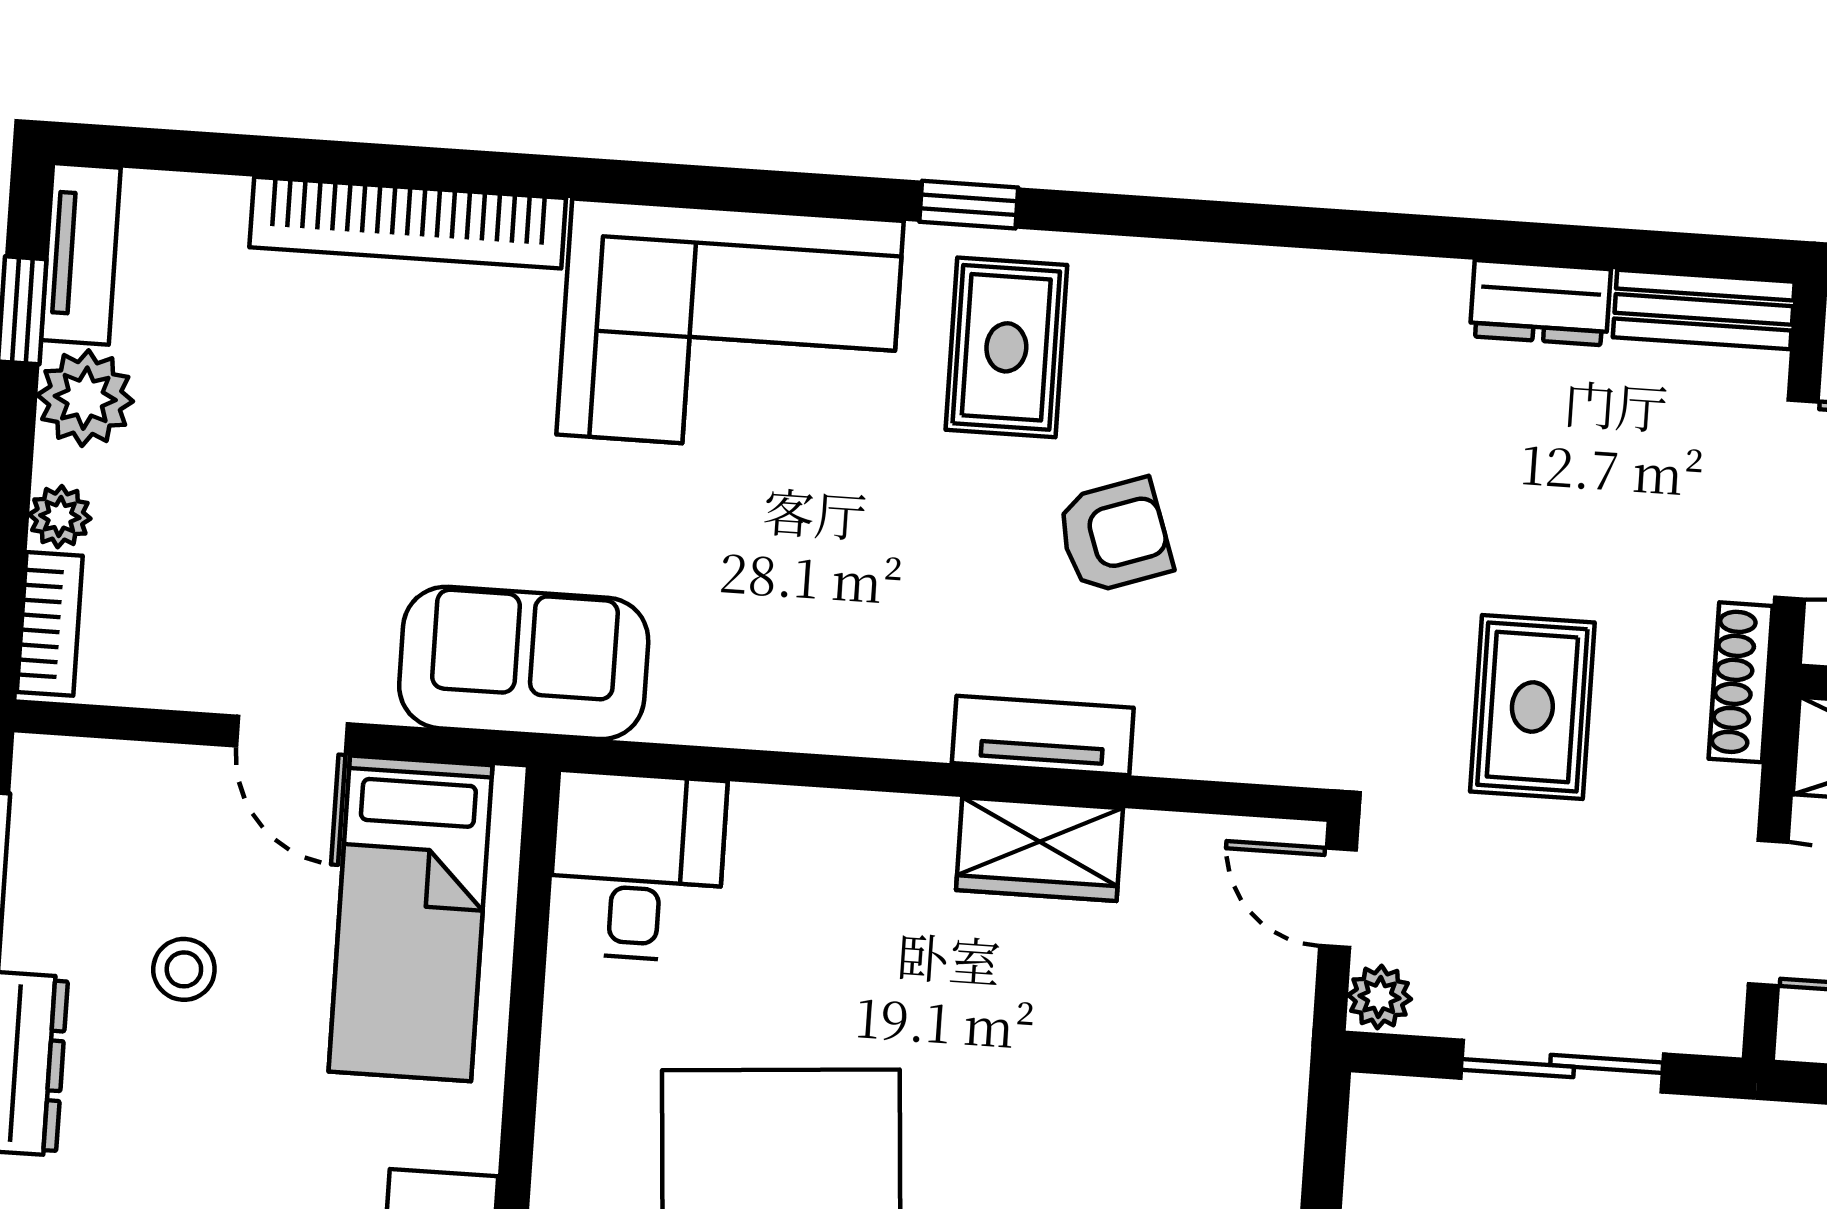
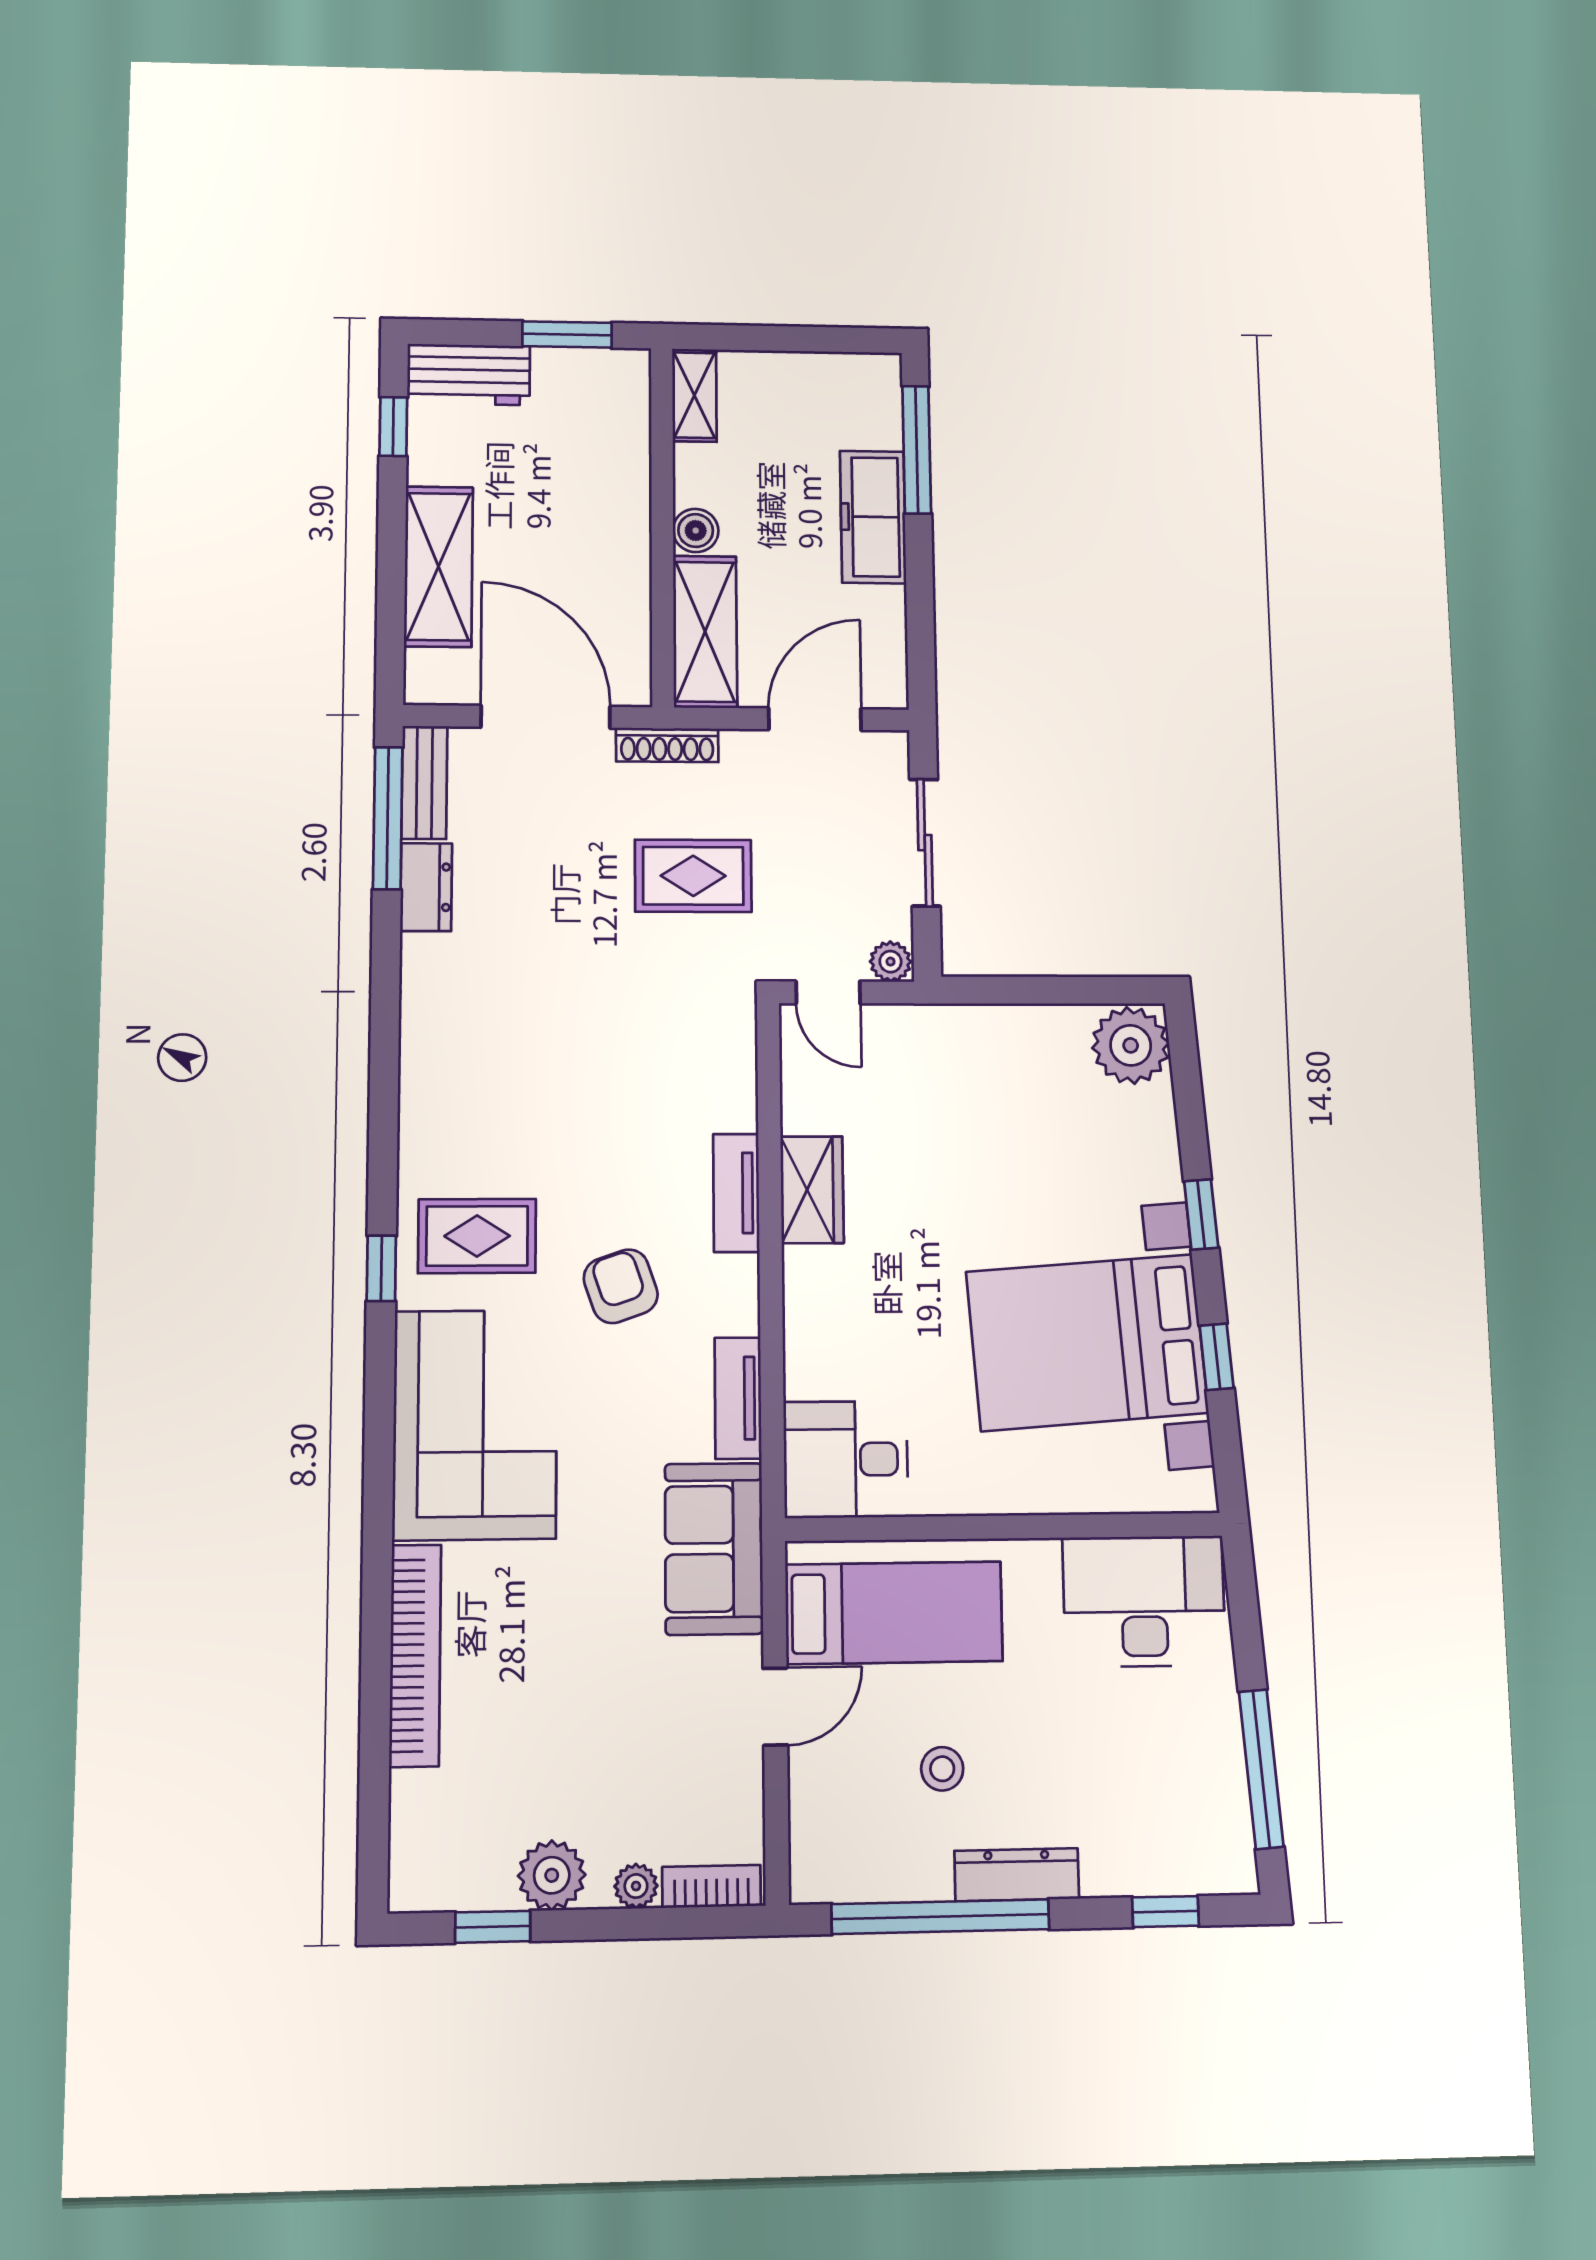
window: (1651, 251) -> (388, 818), added
tv unit: (81, 254) -> (738, 1398), moved, turned -90
armchair: (1114, 536) -> (621, 1286), moved
door: (1338, 898) -> (828, 992), hinge flipped

